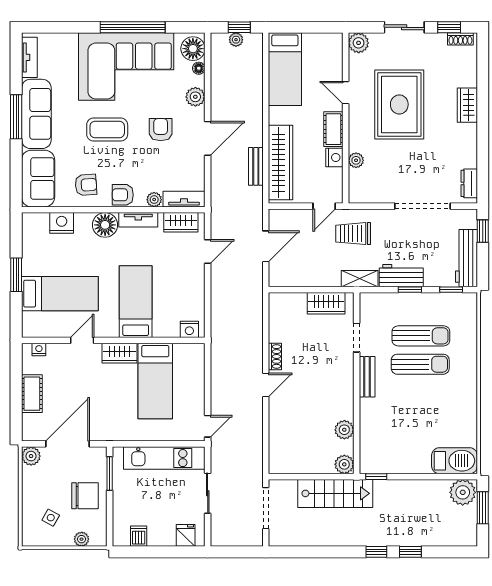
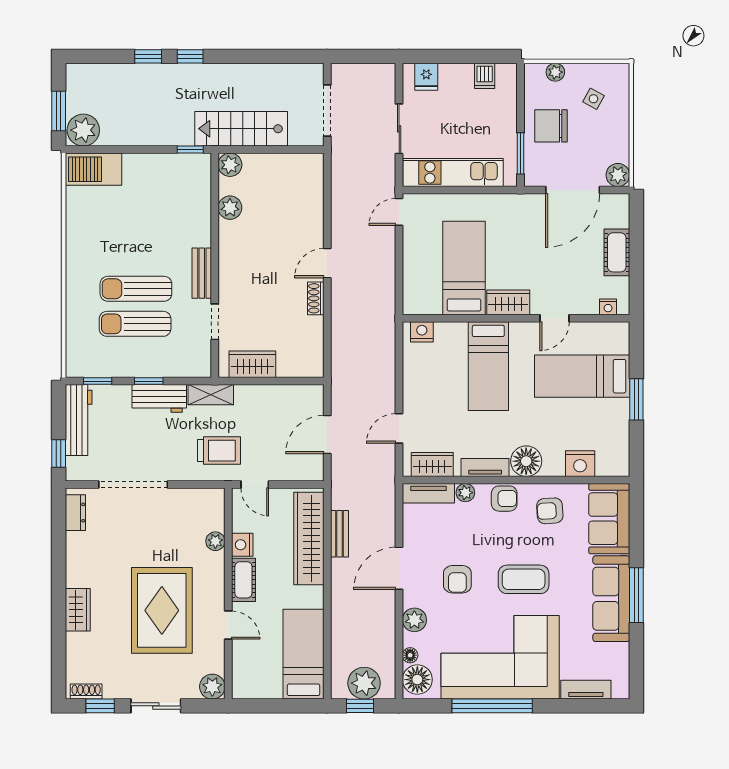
plant: (236, 40) -> (364, 683), width x1.88, depth x1.88
tv unit: (29, 57) -> (586, 690), moved, turned 90
door: (324, 206) -> (255, 485), swing flipped

